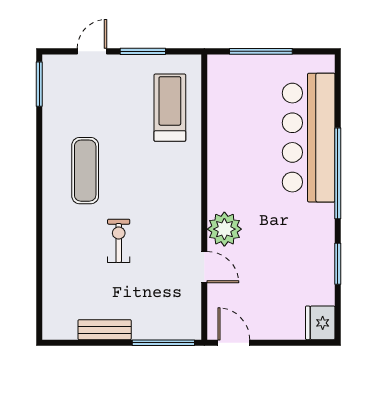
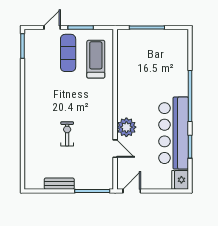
bar counter: (309, 138) -> (174, 133), moved
exercise mat: (85, 171) -> (68, 53), moved
door: (234, 343) -> (132, 191), hinge flipped

